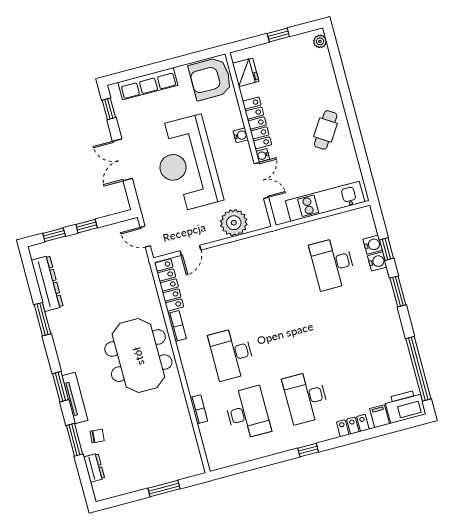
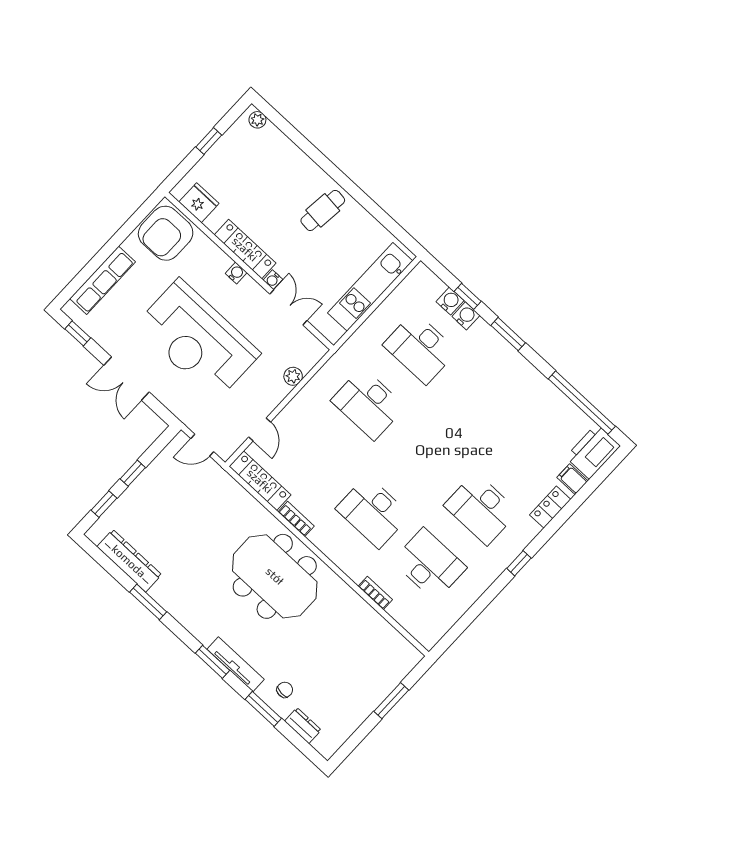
cafe table: (326, 130) -> (323, 210), turned 63
plant: (234, 223) -> (293, 376), width x0.53, depth x0.53
desk: (274, 279) -> (368, 404), added

